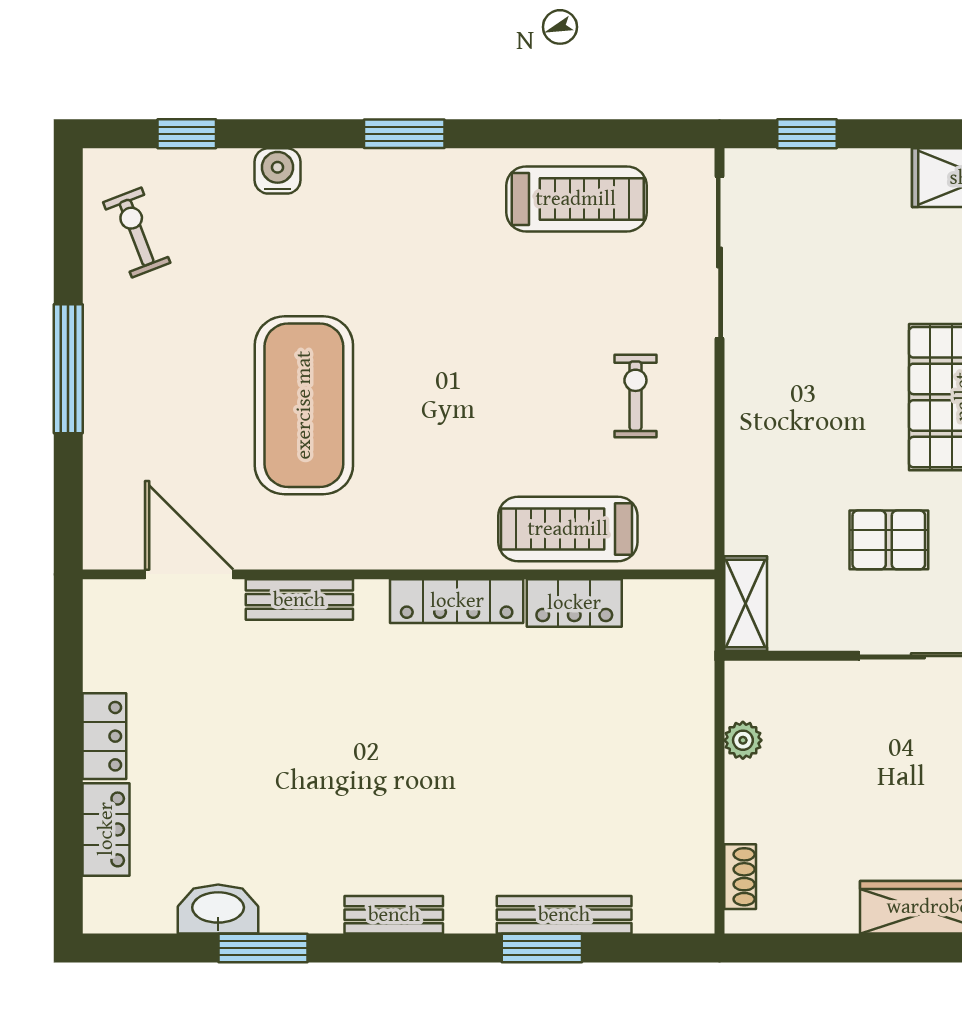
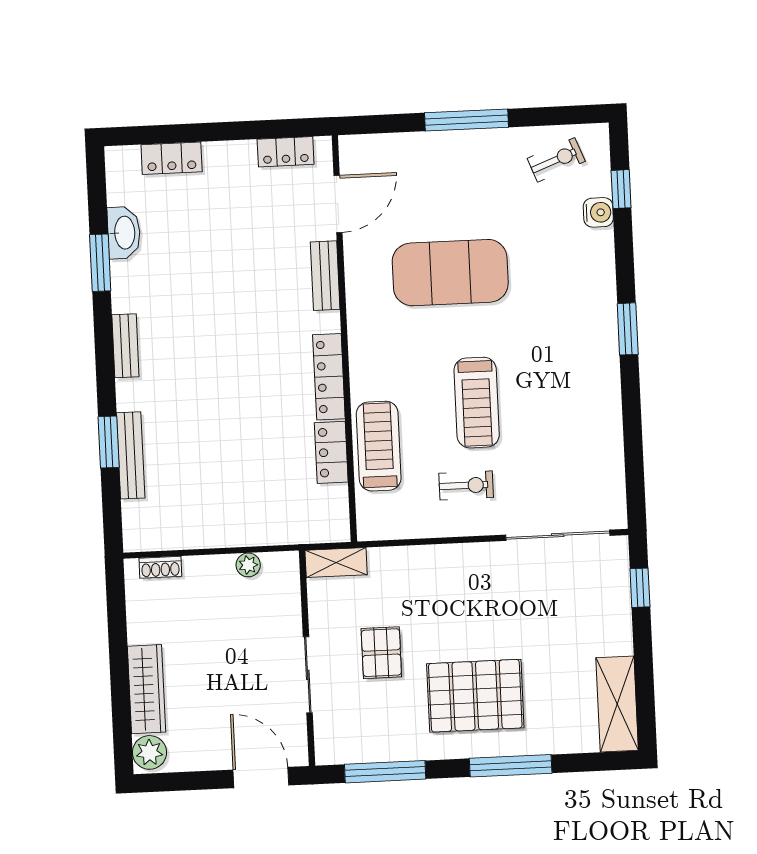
water cooler: (277, 171) -> (598, 212), moved
treadmill: (576, 199) -> (477, 403), moved
locker: (104, 736) -> (286, 152), moved

